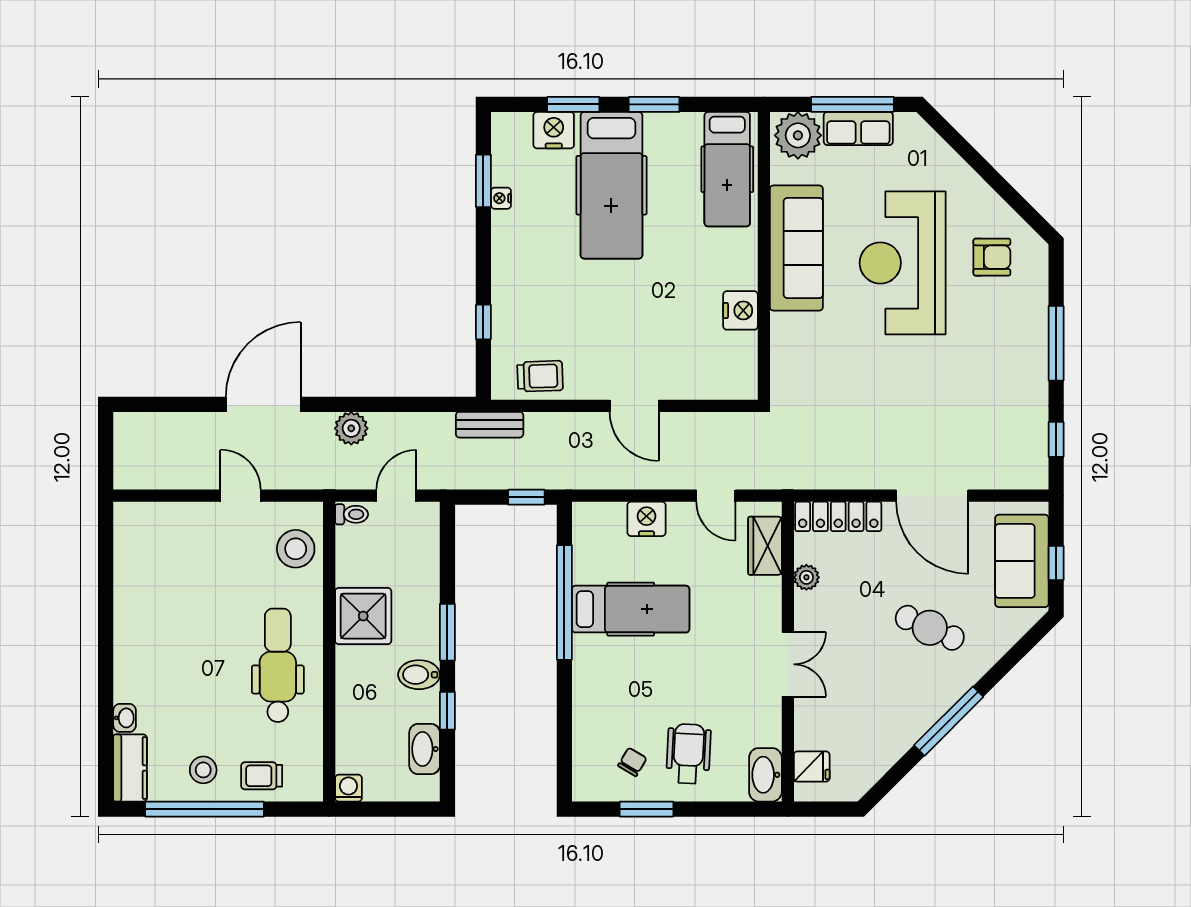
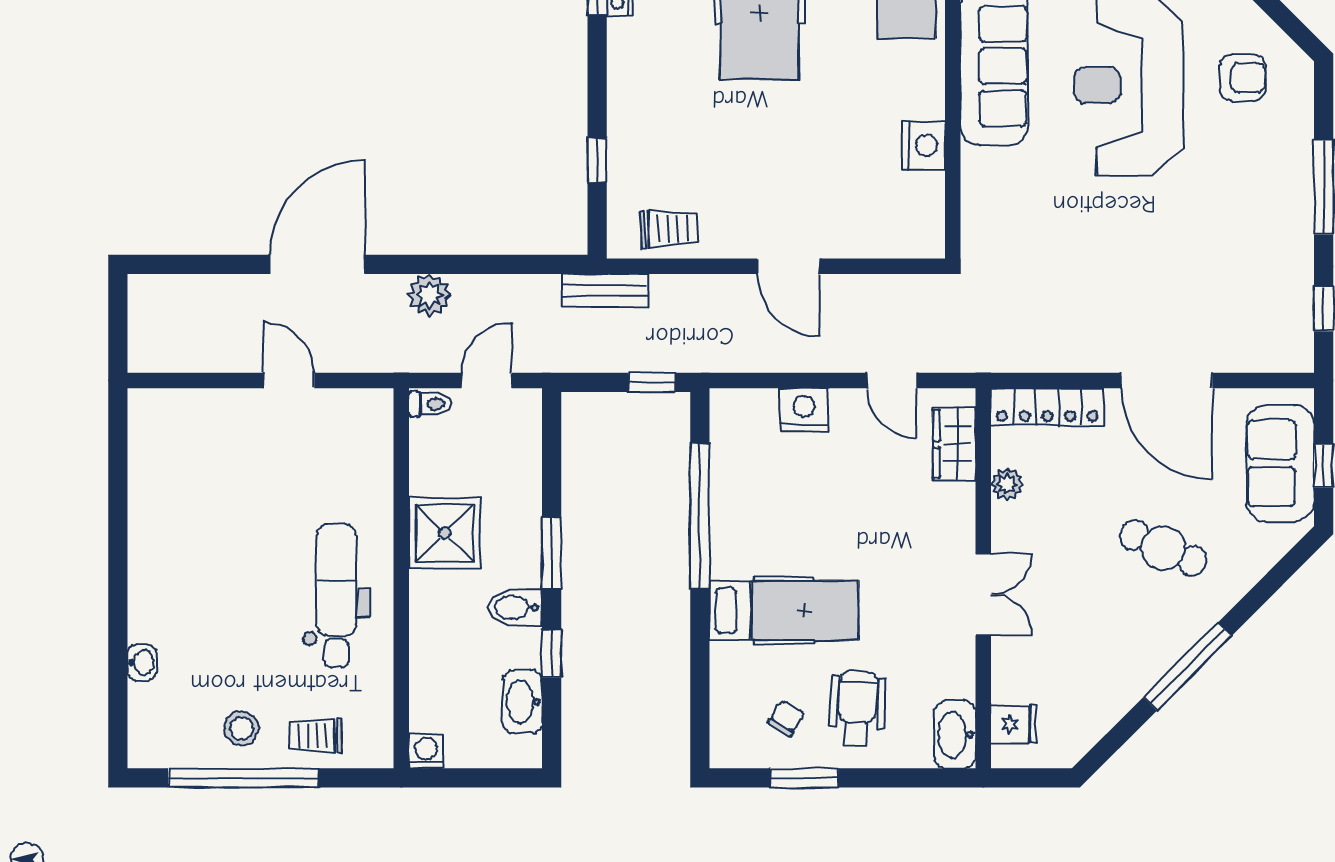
stool: (296, 549) -> (359, 448), removed
hospital bed: (631, 609) -> (784, 610), moved
kitchen counter: (130, 768) -> (149, 726), removed

